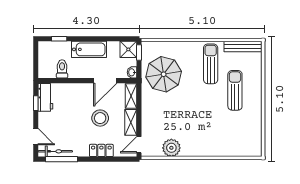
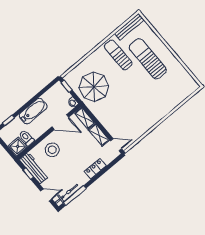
shower: (128, 49) -> (18, 146), moved
door: (105, 81) -> (60, 122), hinge flipped
sun lounger: (235, 90) -> (148, 59), width x1.36, depth x1.34
workbench: (45, 97) -> (34, 168), width x1.38
stool: (100, 118) -> (52, 150), moved
door: (139, 145) -> (116, 145), swing flipped
plant: (171, 148) -> (138, 129), removed

